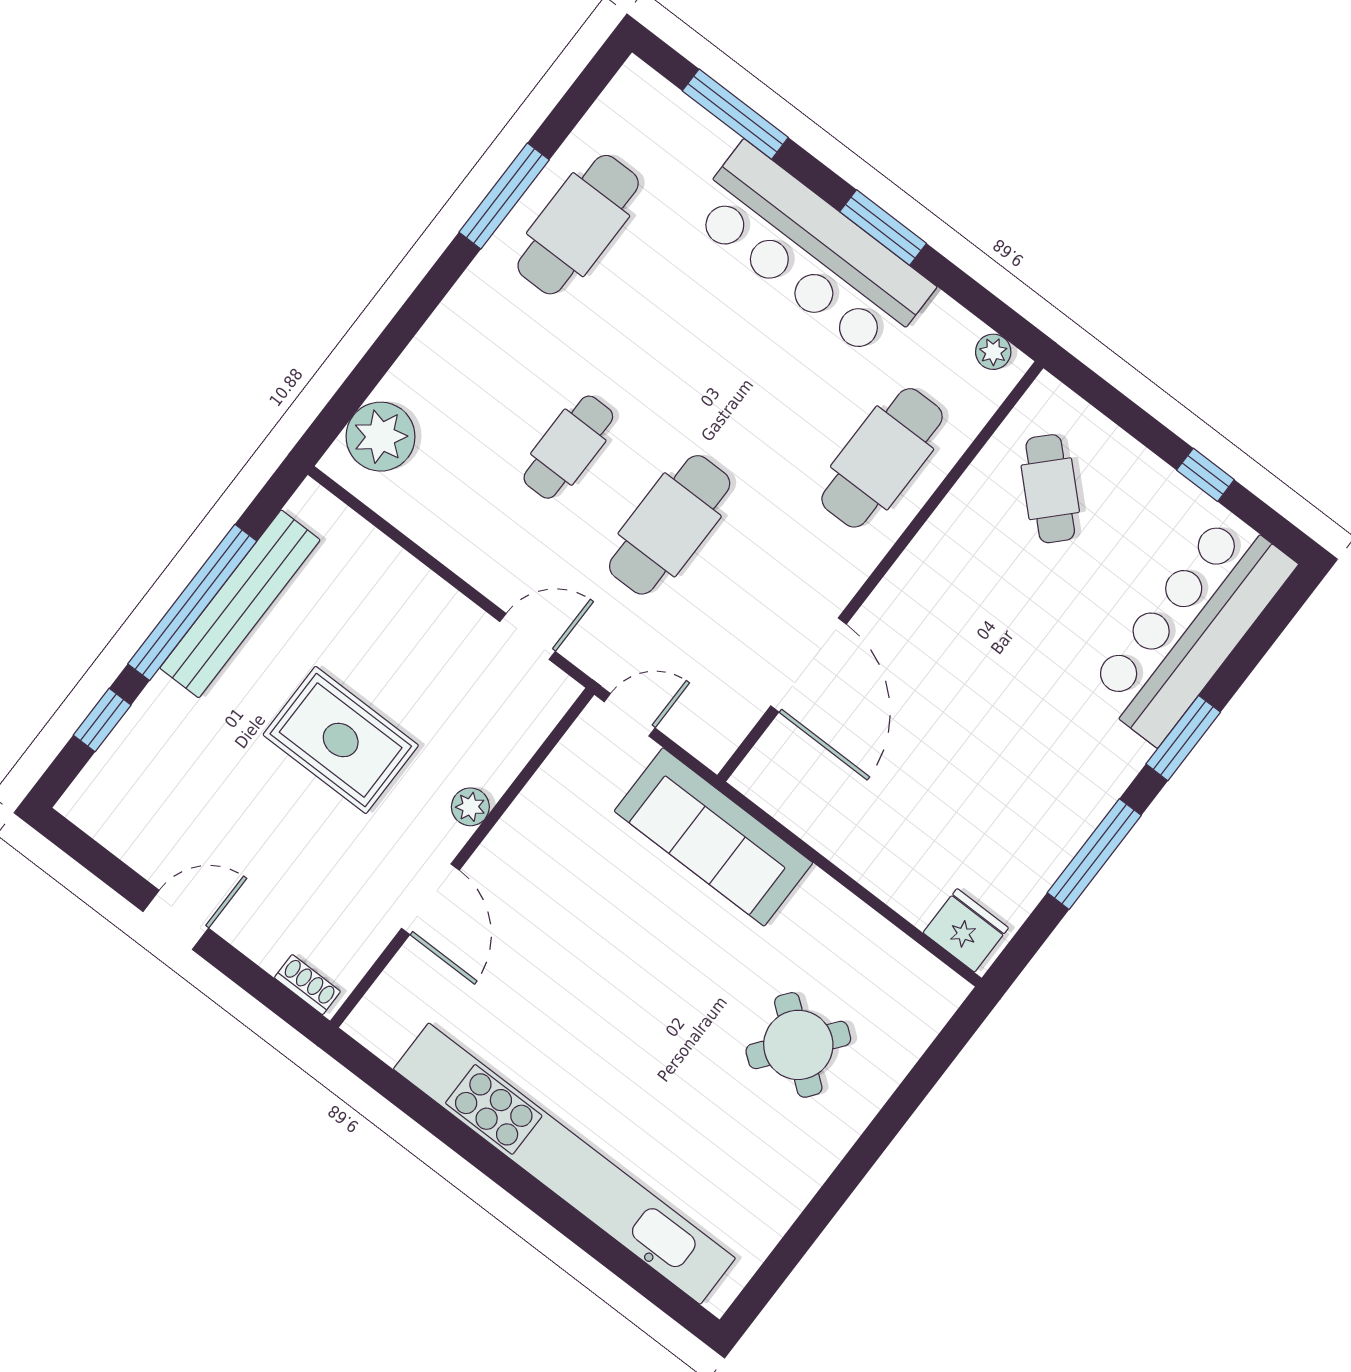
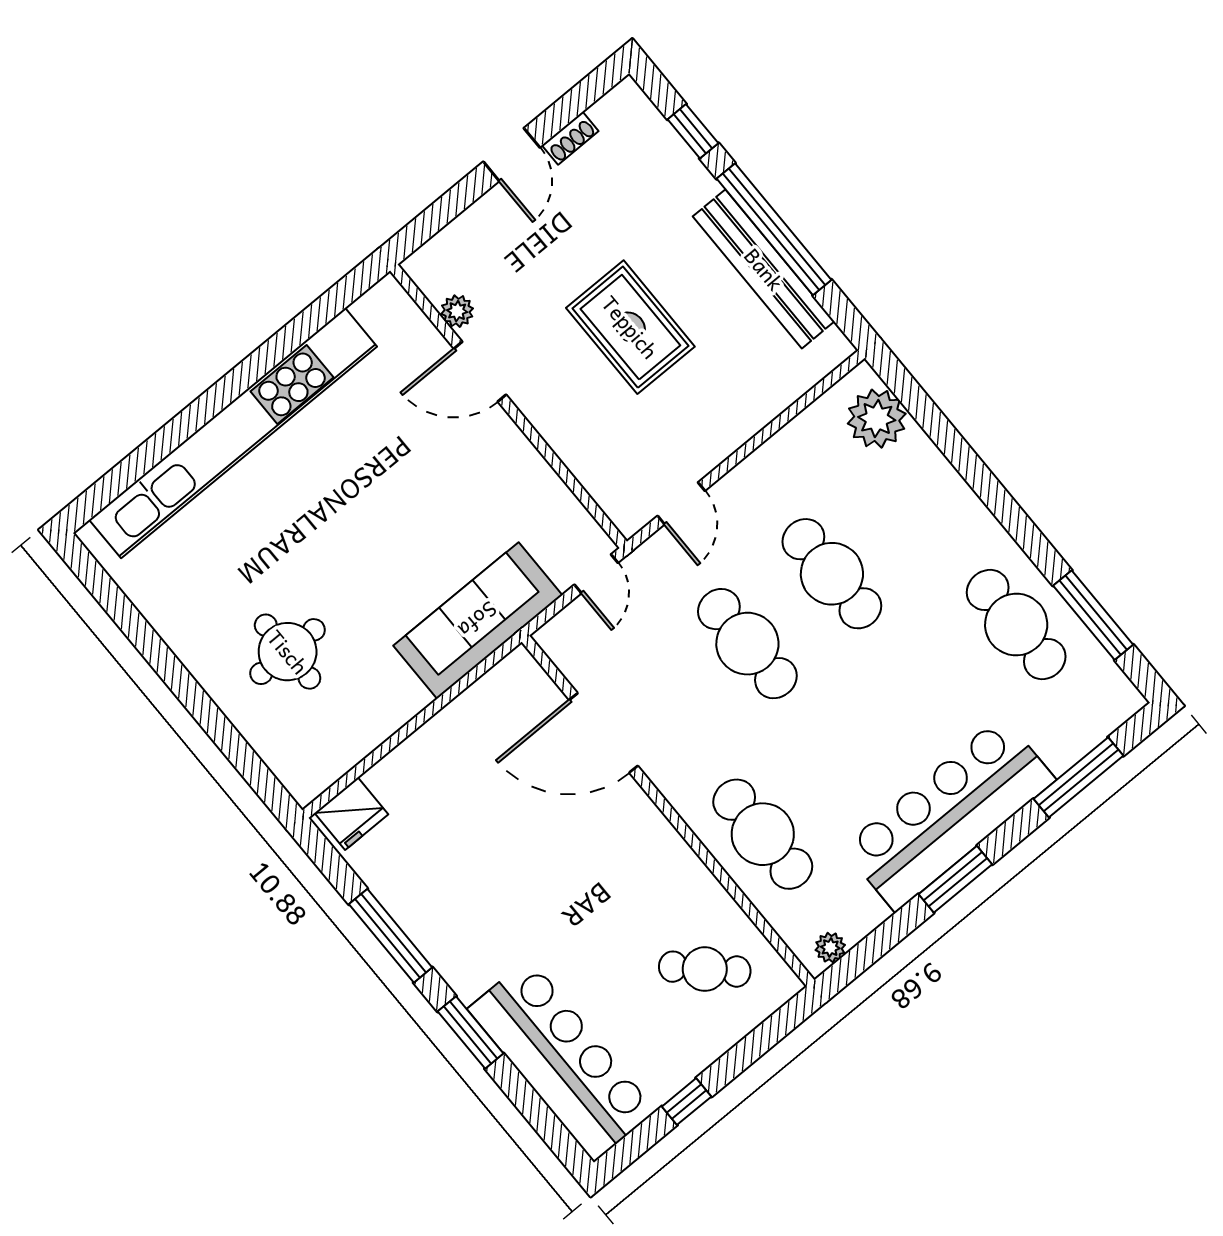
window: (504, 196) -> (1093, 615), moved
cafe table: (568, 447) -> (832, 574), width x1.37, depth x1.35
rug: (341, 740) -> (630, 327), turned 90
plant: (470, 807) -> (457, 311), moved
shoe rack: (307, 985) -> (570, 138), moved
round table: (798, 1045) -> (288, 652), turned -38

